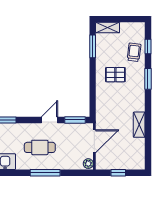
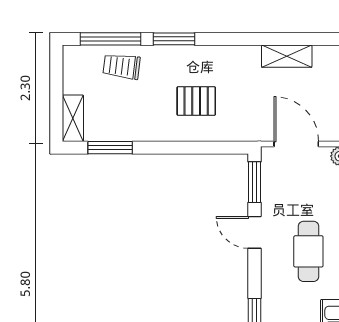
window: (148, 47) -> (110, 39), width x2.17
pallet: (115, 75) -> (196, 101), moved, turned 90
shelving: (139, 125) -> (287, 56), moved

